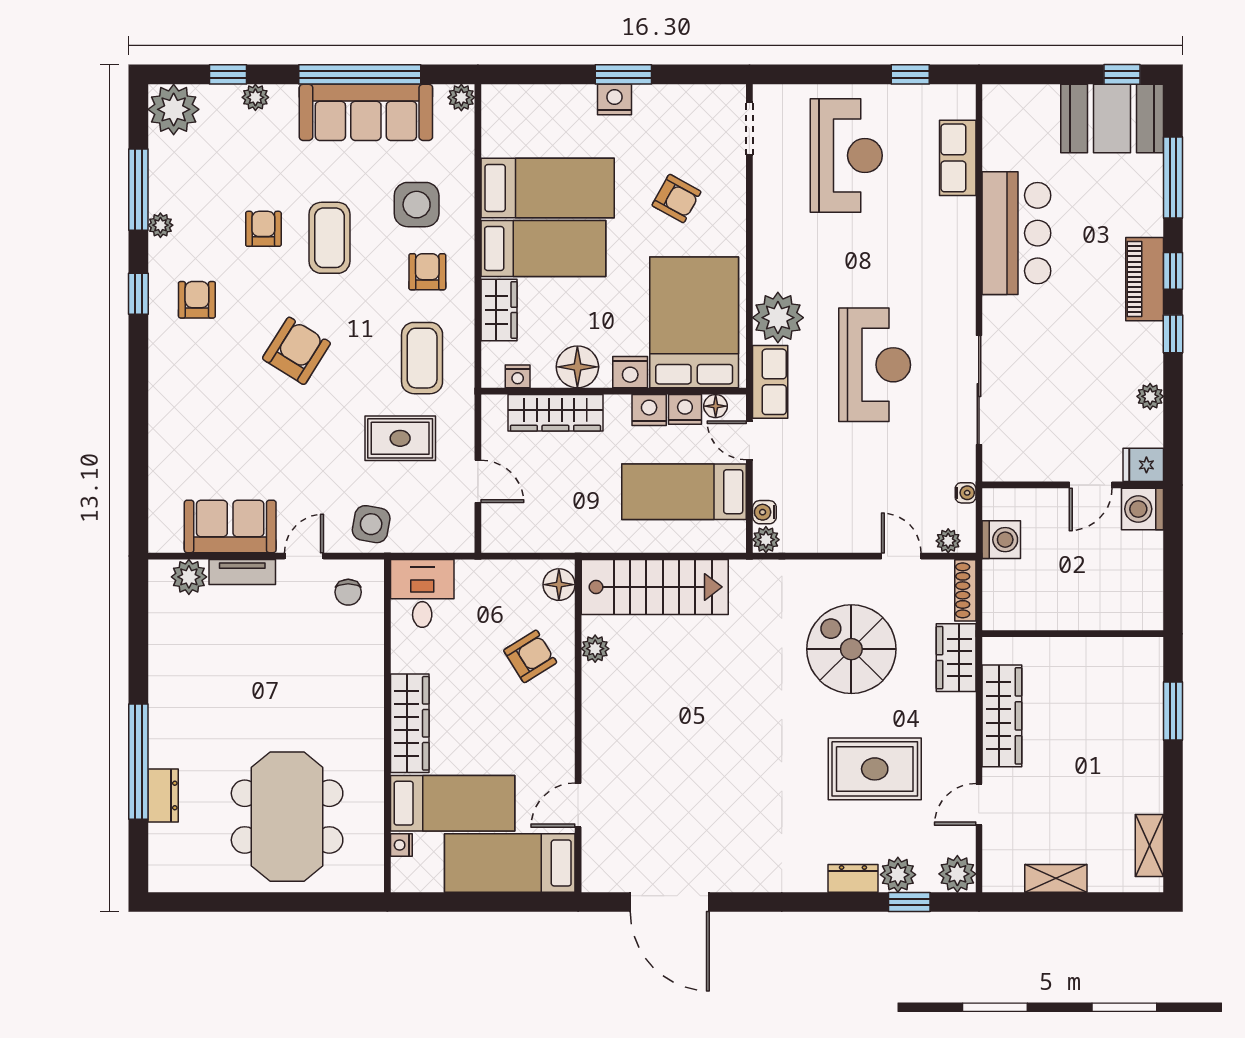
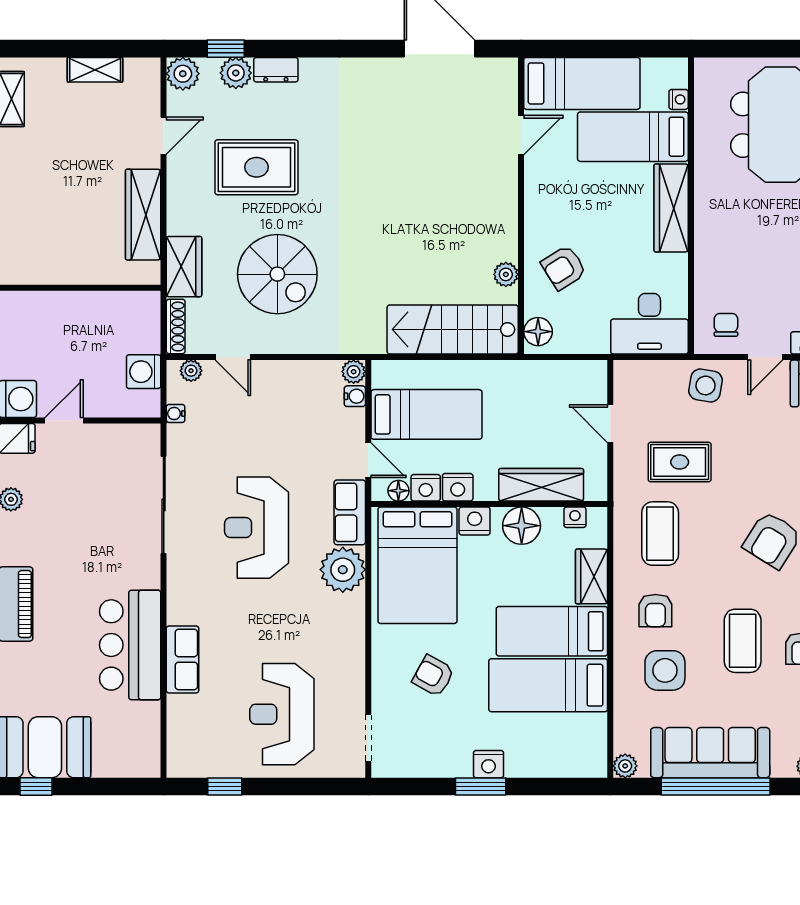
row of seats: (958, 158) -> (183, 659), moved
desk: (422, 593) -> (649, 324), width x1.37

